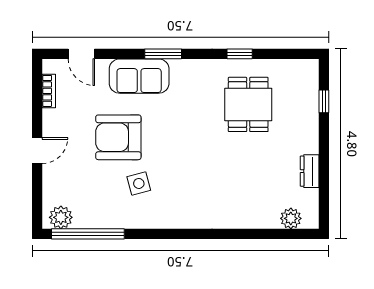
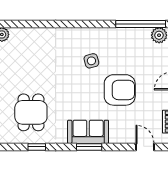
sofa: (139, 76) -> (88, 132), moved
side table: (139, 183) -> (91, 61), moved

